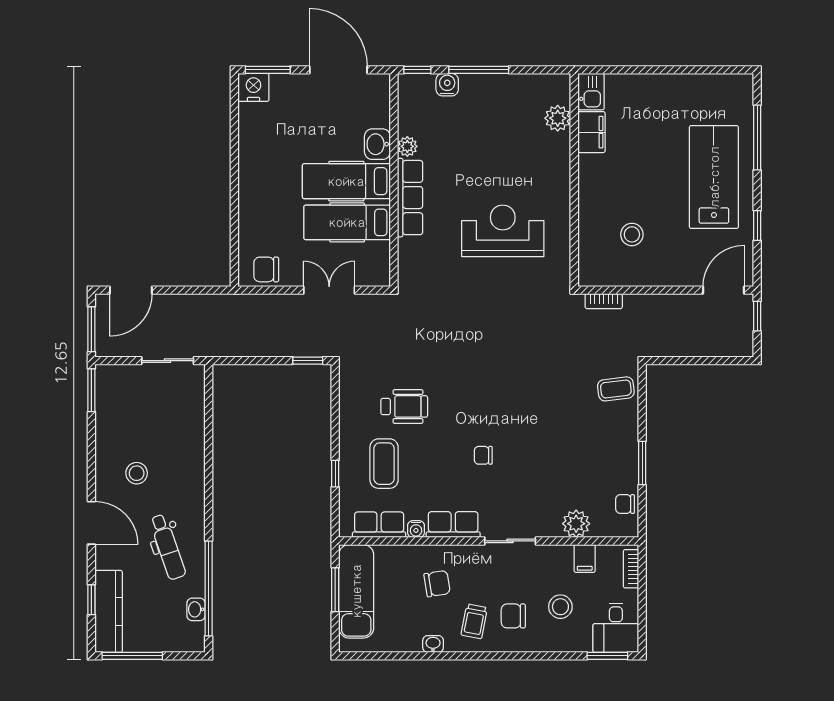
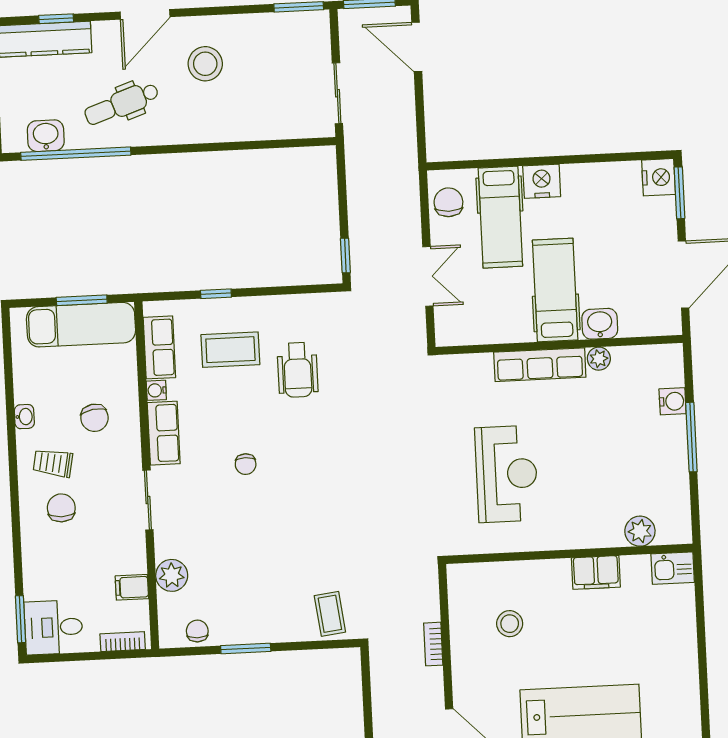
window: (417, 70) -> (688, 366), removed
filing cabinet: (591, 132) -> (596, 572), moved
nightstand: (252, 188) -> (542, 181), added
hospital bed: (347, 222) -> (500, 217), moved, turned 180
bookcase: (604, 301) -> (433, 644), moved
chair: (483, 455) -> (246, 464), turned 180
stool: (137, 473) -> (205, 64), width x1.38, depth x1.38
stool: (560, 607) -> (75, 562), removed
washbasin: (196, 609) -> (46, 136), width x1.38, depth x1.45

